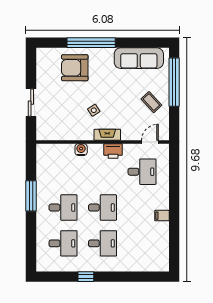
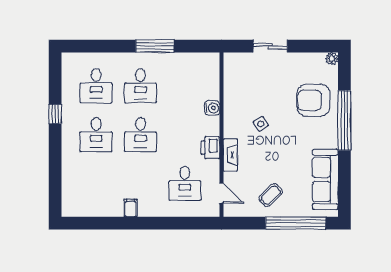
plant: (41, 53) -> (332, 59), added
armchair: (75, 68) -> (313, 100), turned -90
fireplace: (107, 135) -> (230, 155), moved

